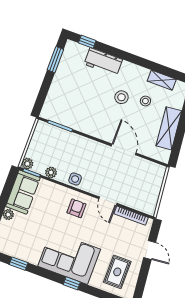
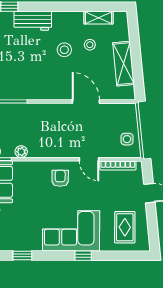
side table: (75, 179) -> (127, 139), moved

